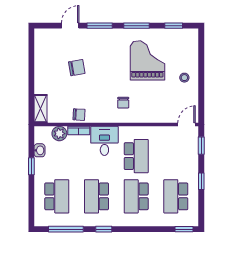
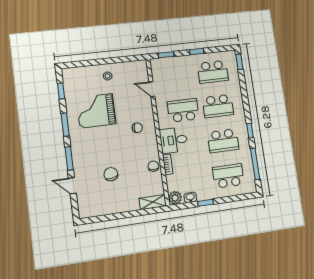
door: (187, 125) -> (152, 89), moved
plant: (59, 134) -> (175, 198), moved

